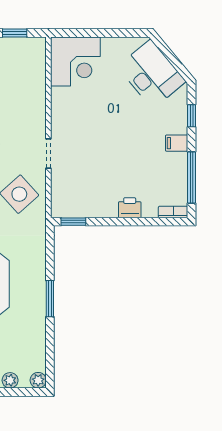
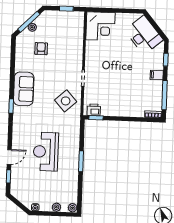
printer: (130, 208) -> (94, 110), moved

